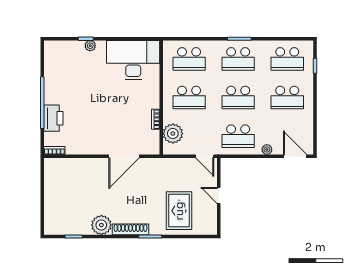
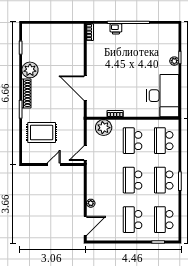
printer: (53, 118) -> (116, 29), width x0.53, depth x0.68
school desk: (238, 136) -> (101, 180), removed

